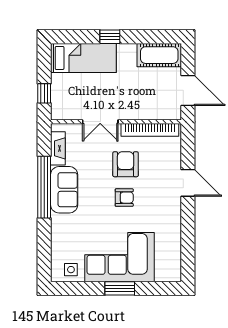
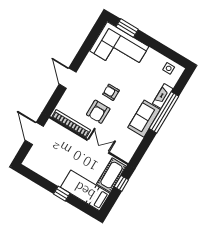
cot: (159, 55) -> (111, 175), moved, turned 90
fireplace: (58, 148) -> (163, 96), moved
window: (44, 187) -> (164, 112), moved
corner sofa: (119, 257) -> (119, 49), moved
window: (120, 288) -> (127, 28), moved

